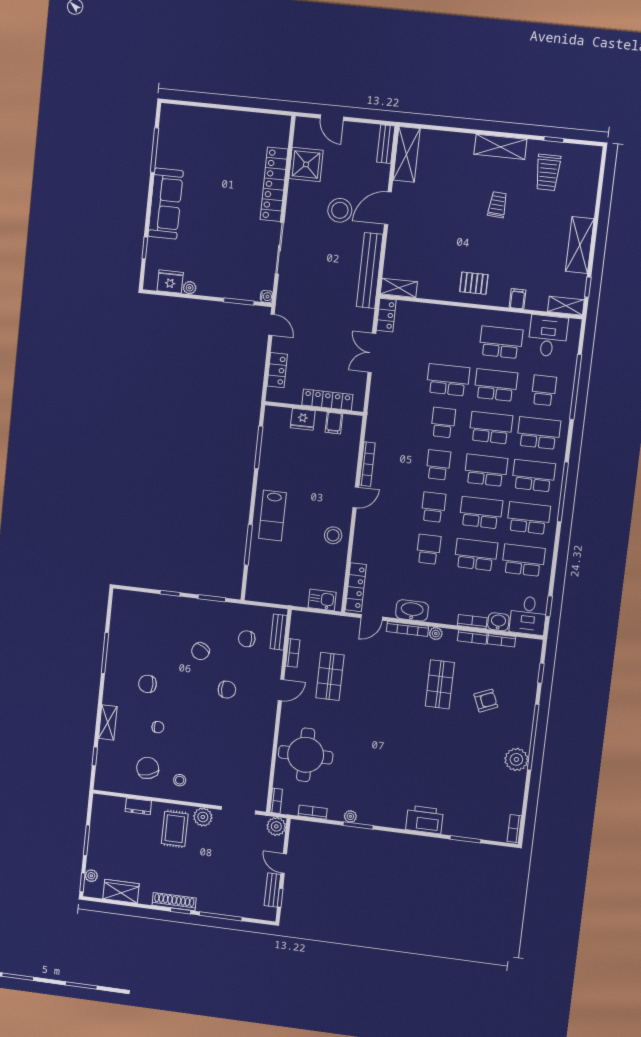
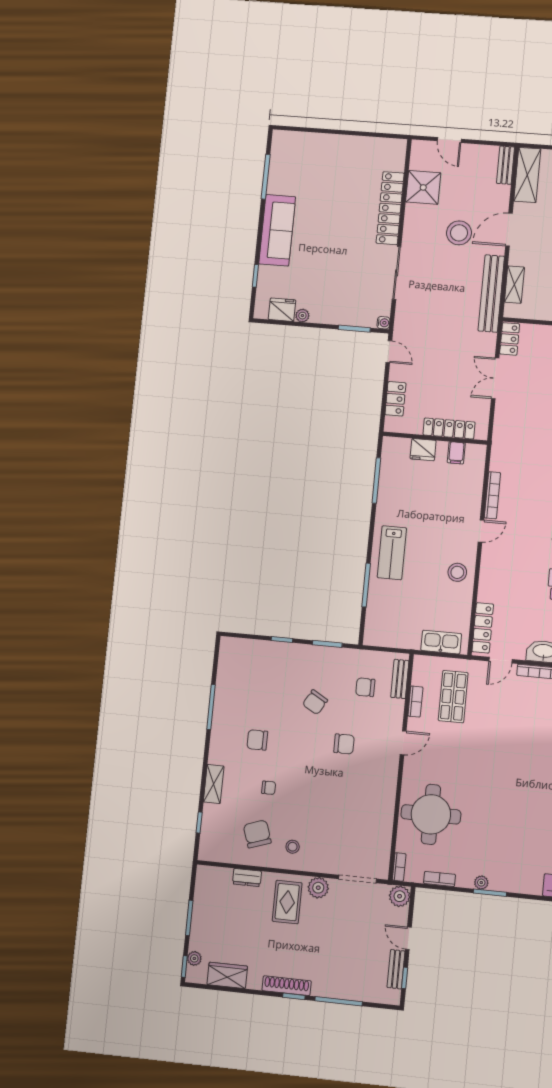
shelving: (399, 288) -> (514, 285), moved, turned 90
kitchen sink: (322, 600) -> (441, 642), width x1.38
shop shelf: (330, 676) -> (453, 697), moved

